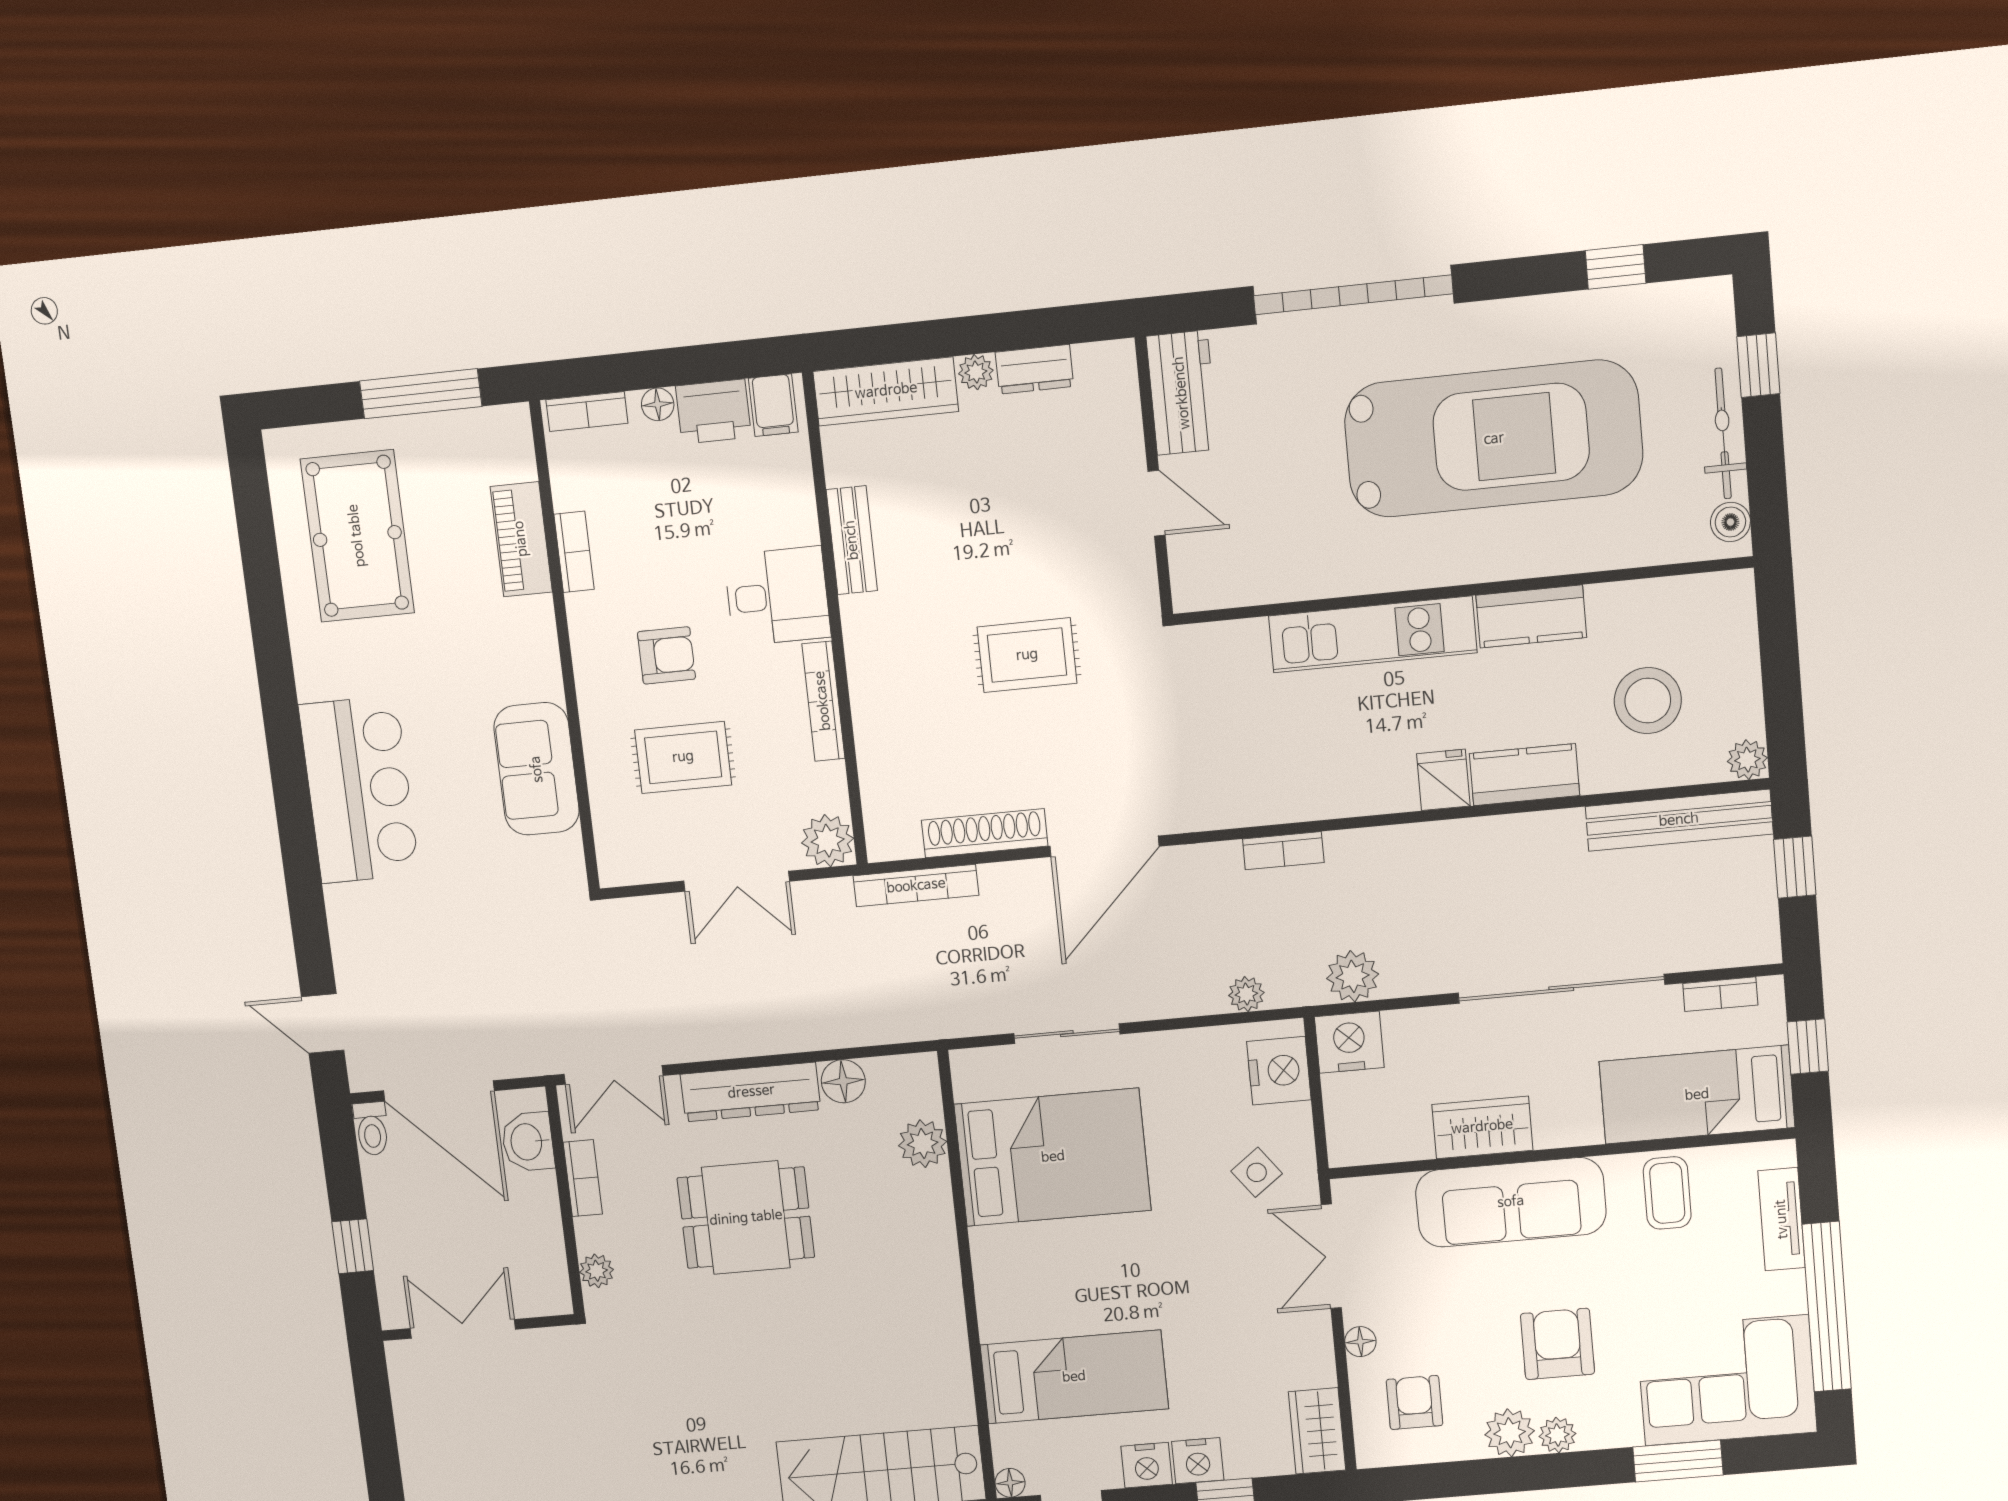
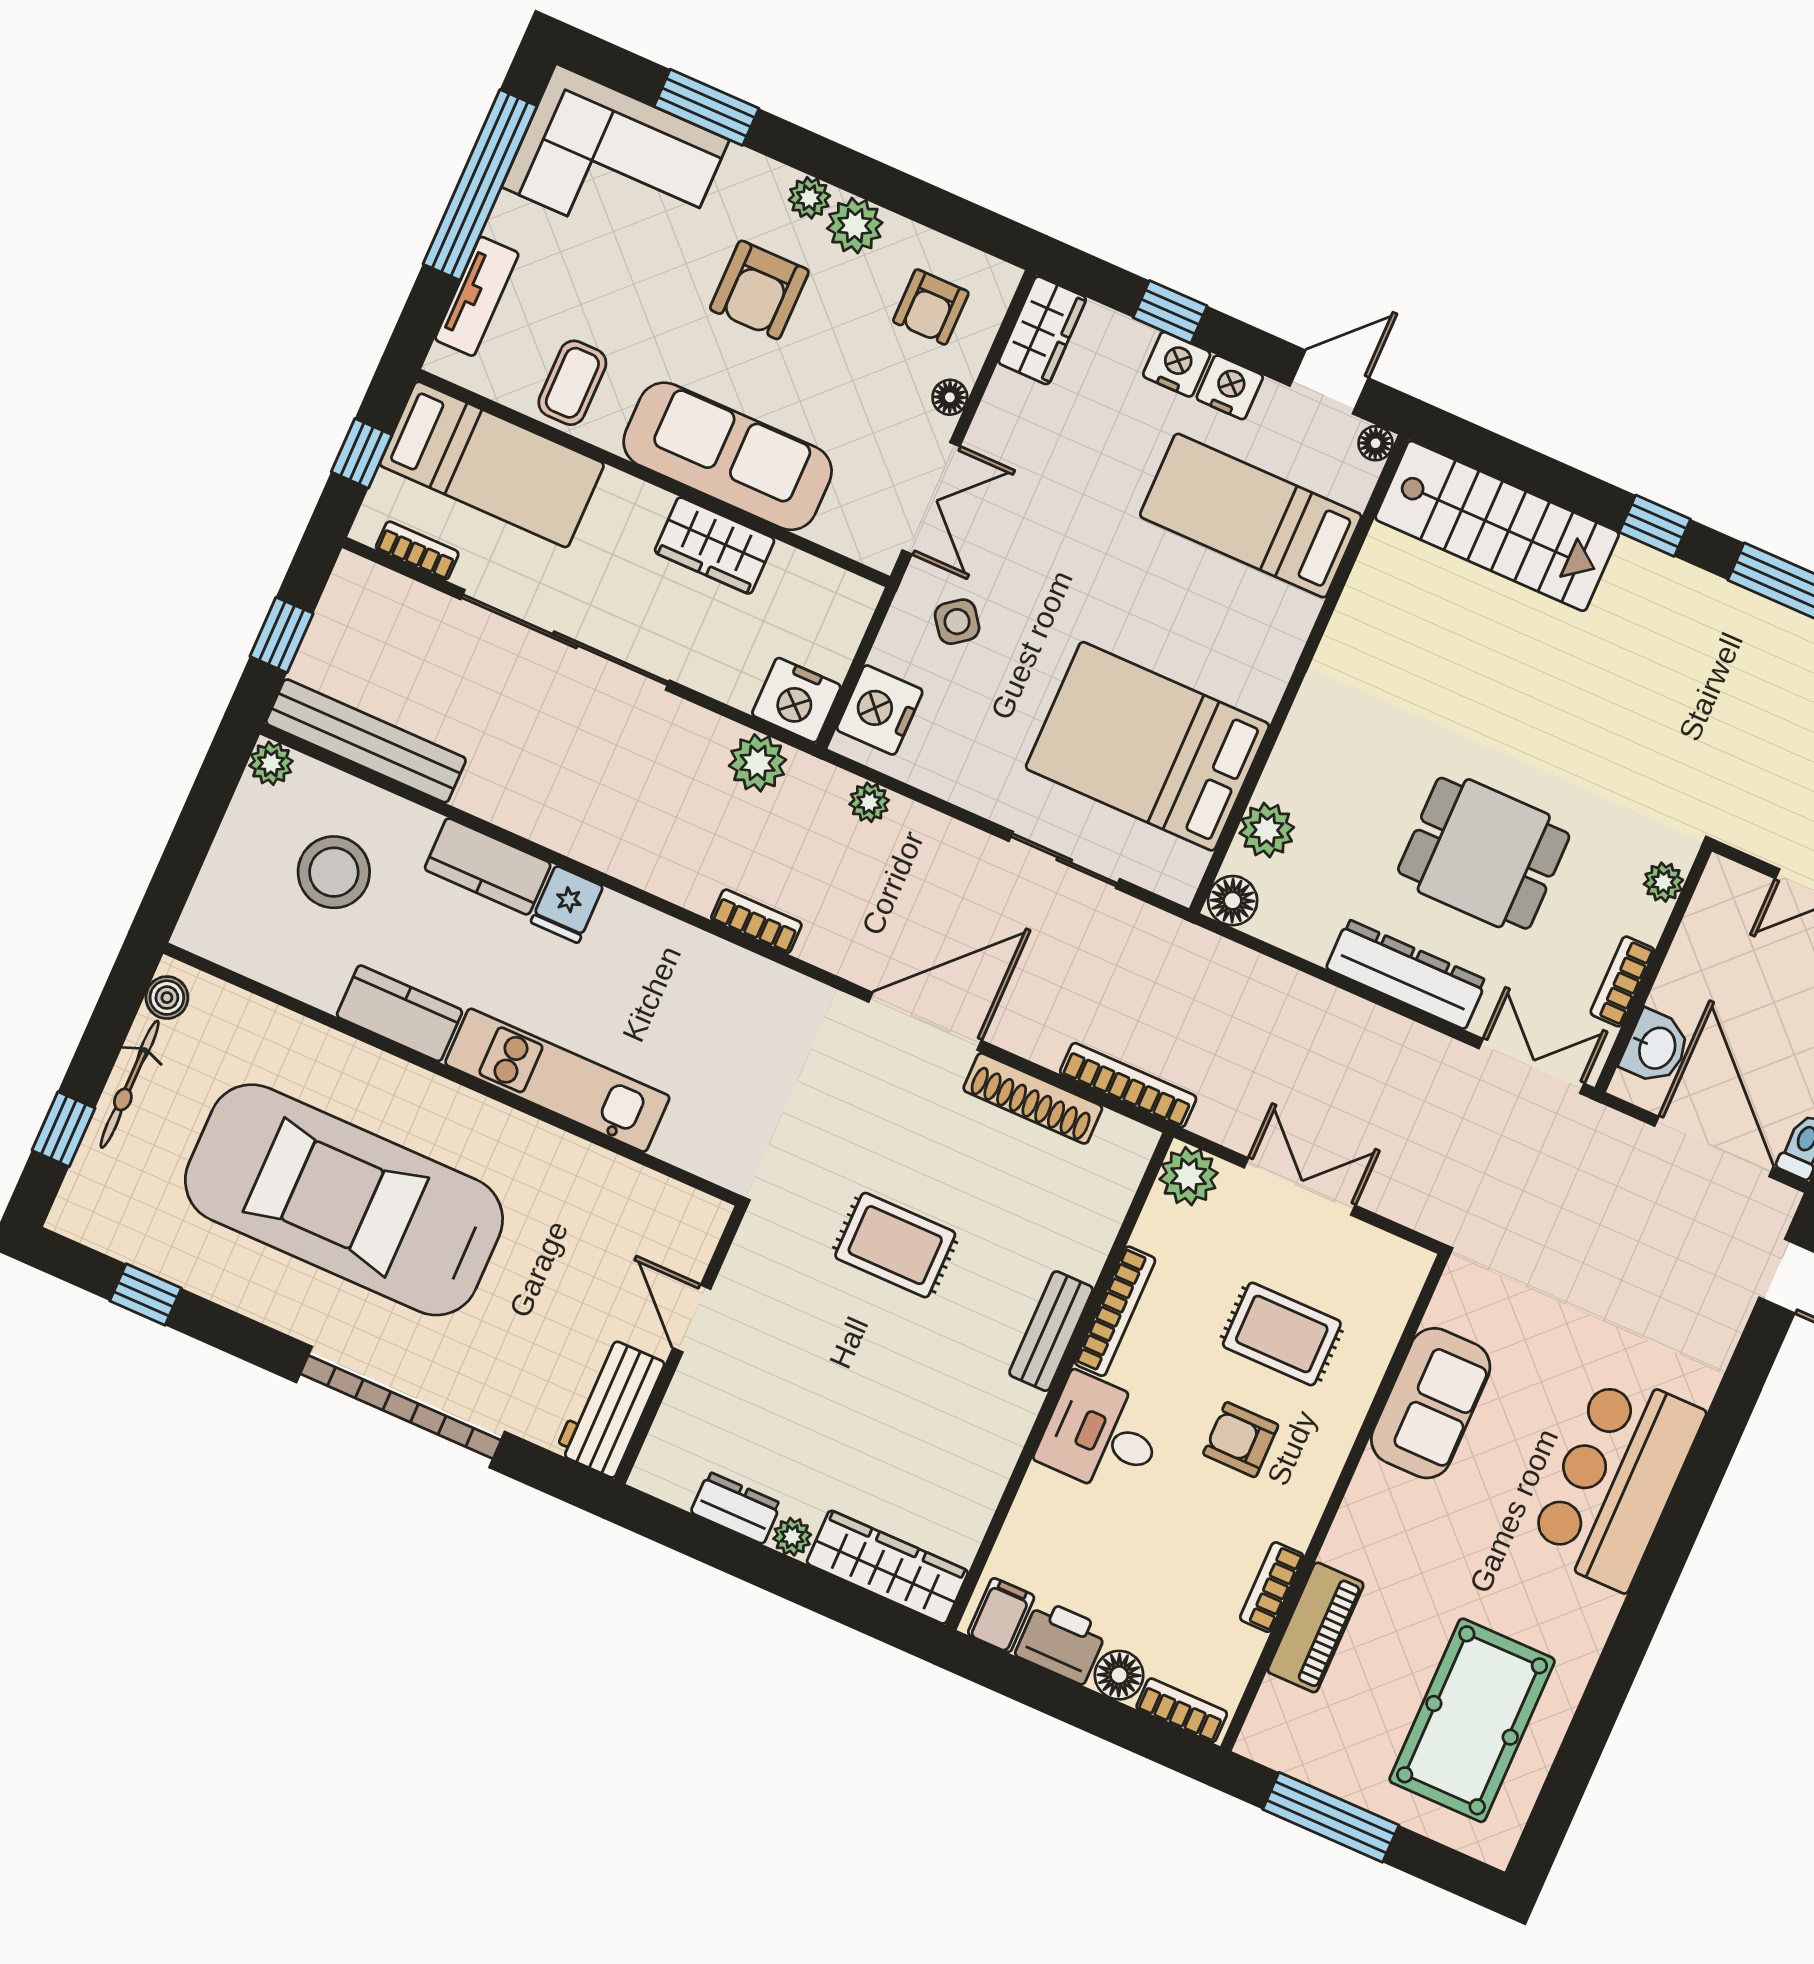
floor lamp: (658, 404) -> (1119, 1675), width x1.37, depth x1.37
bench: (852, 540) -> (1051, 1331), moved
floor lamp: (843, 1081) -> (1233, 901), moved

